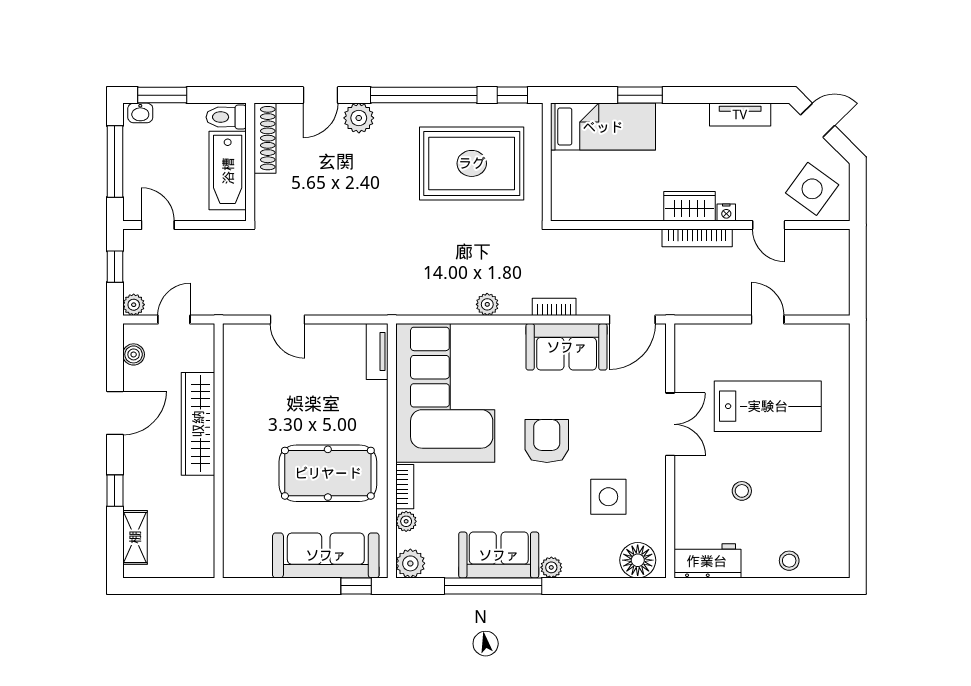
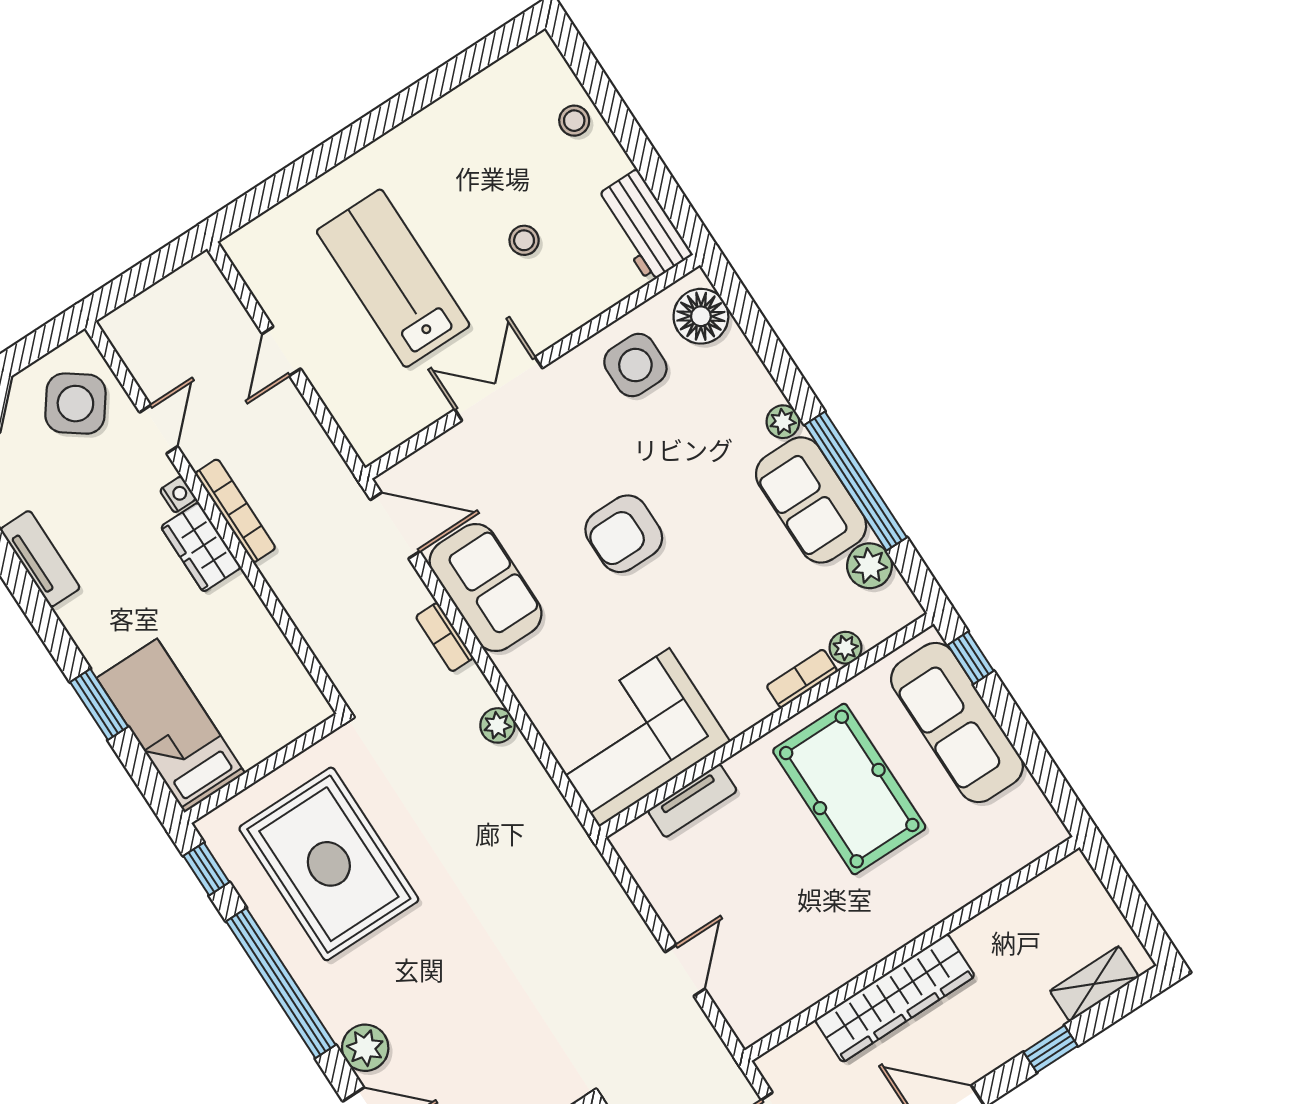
tv unit: (377, 352) -> (692, 801), moved
corner sofa: (445, 393) -> (634, 738), width x0.73, depth x0.74
side table: (608, 497) -> (635, 365), moved
plant: (410, 563) -> (870, 566), moved

